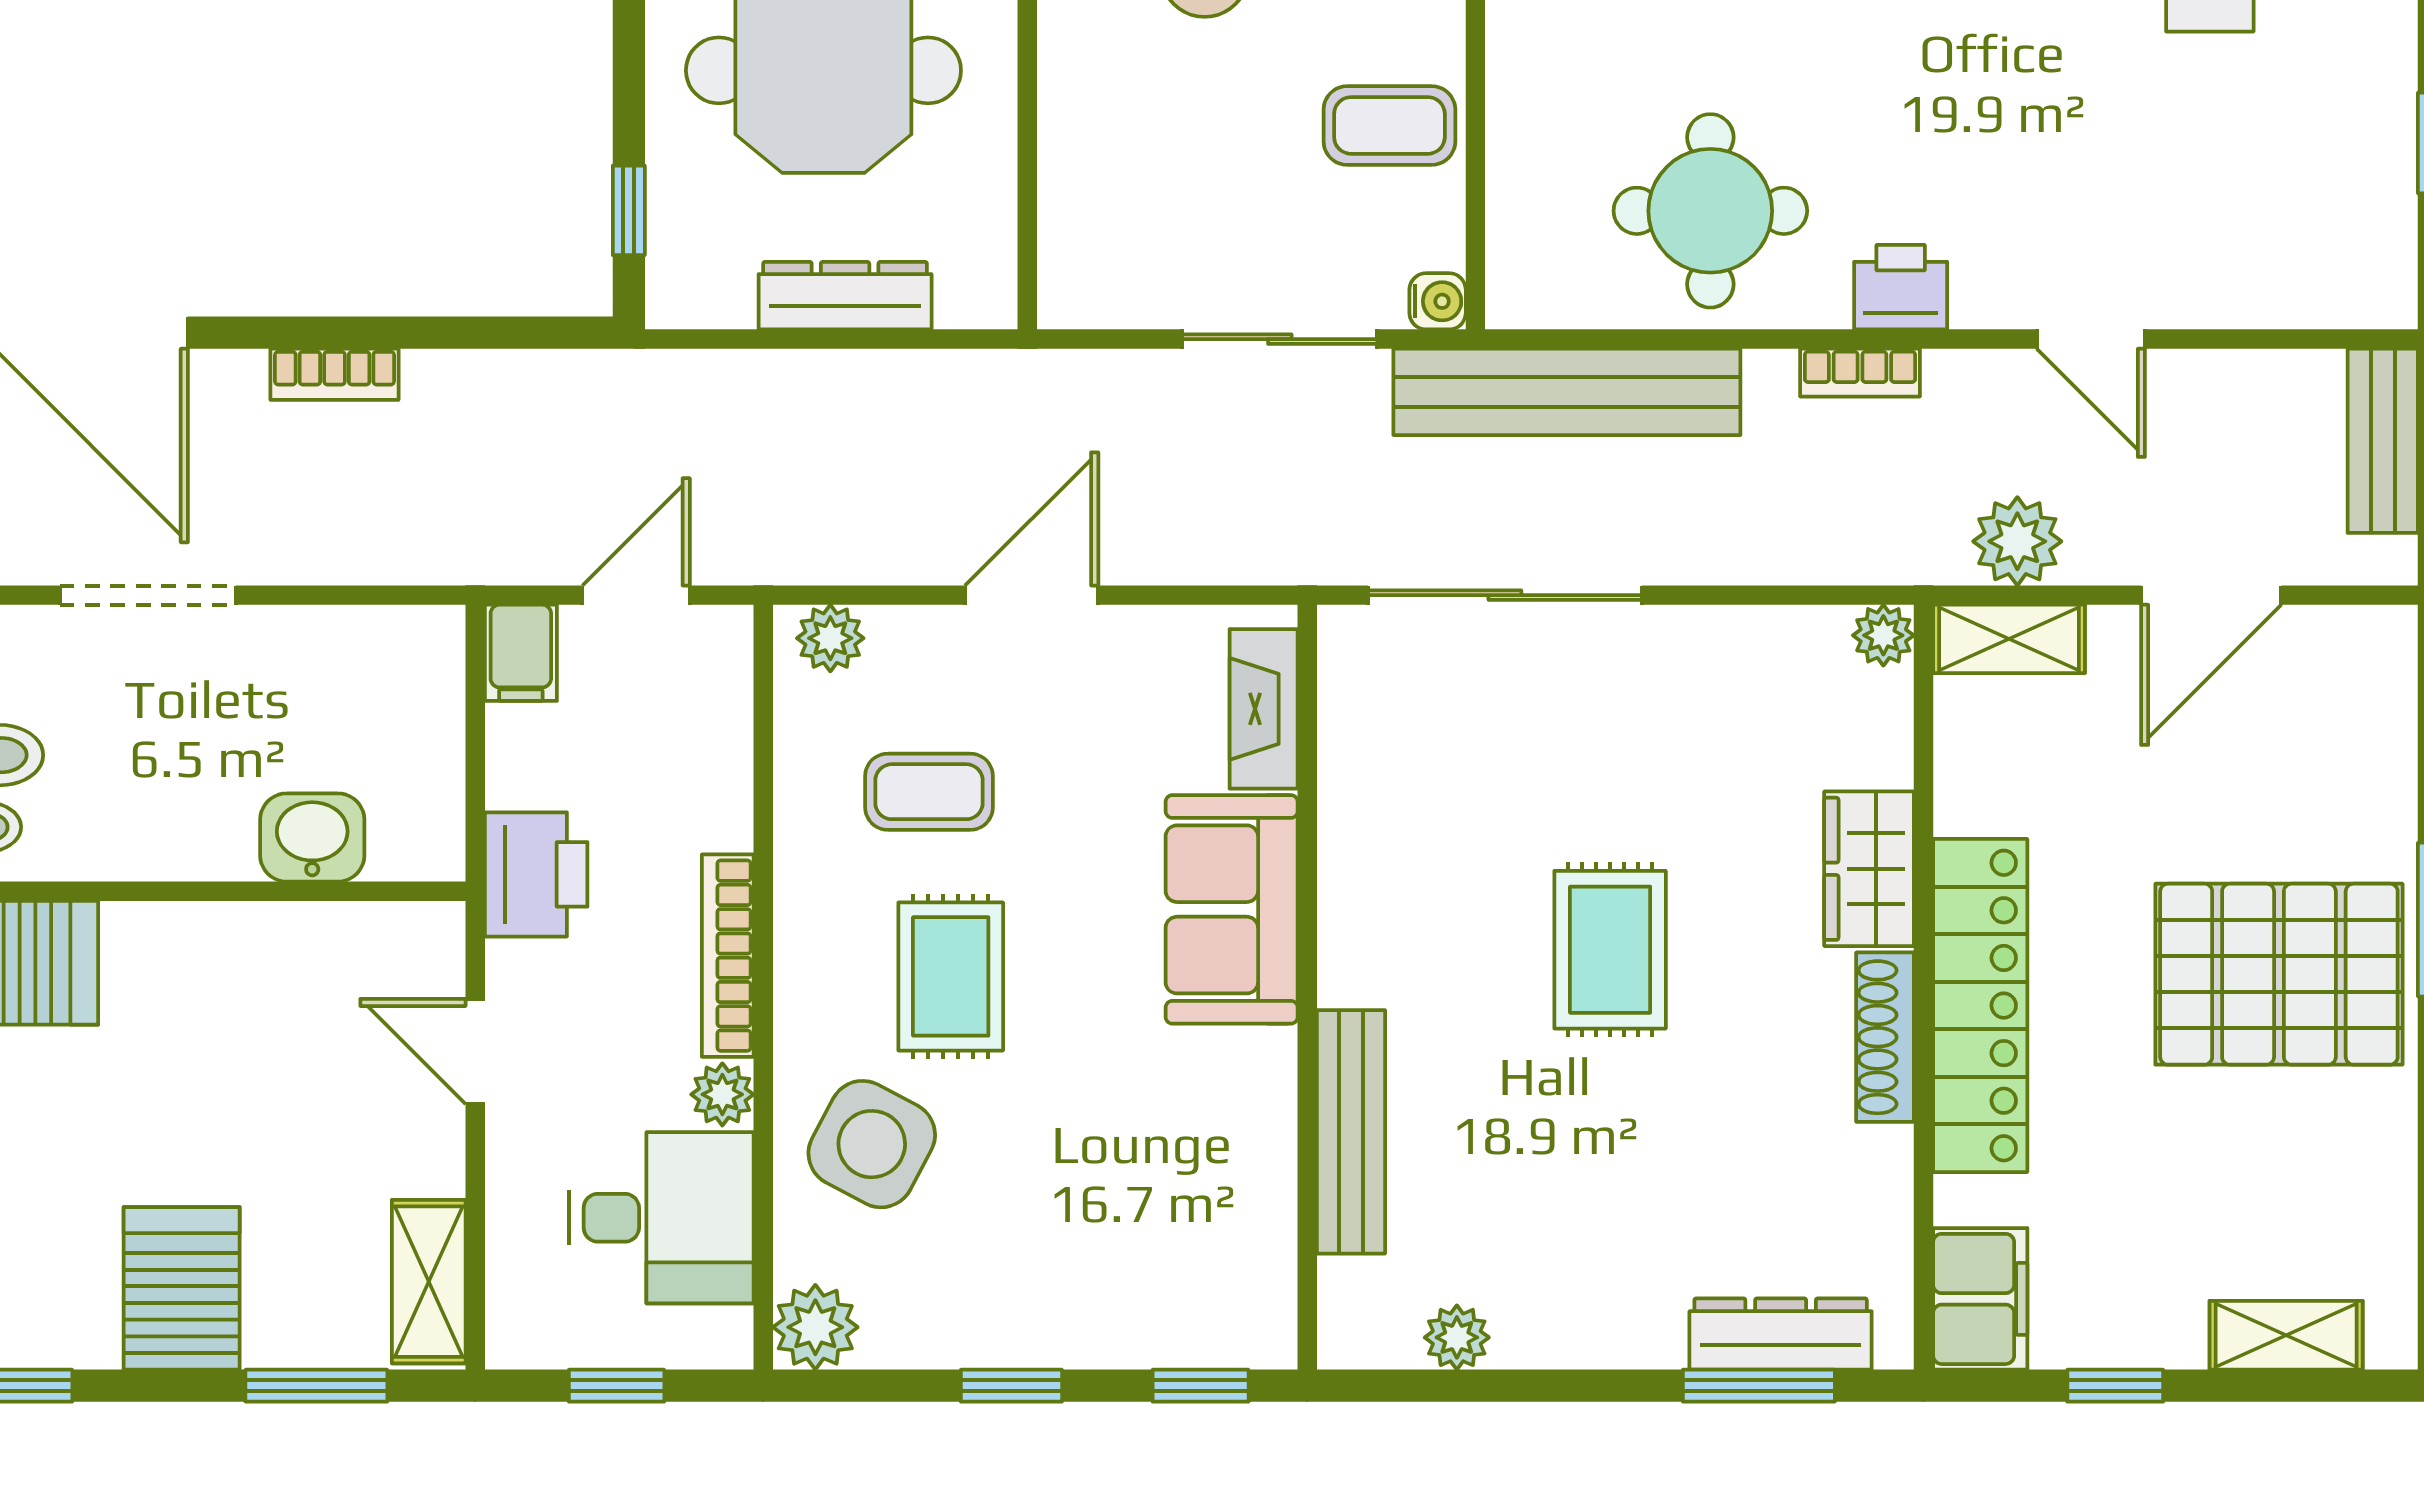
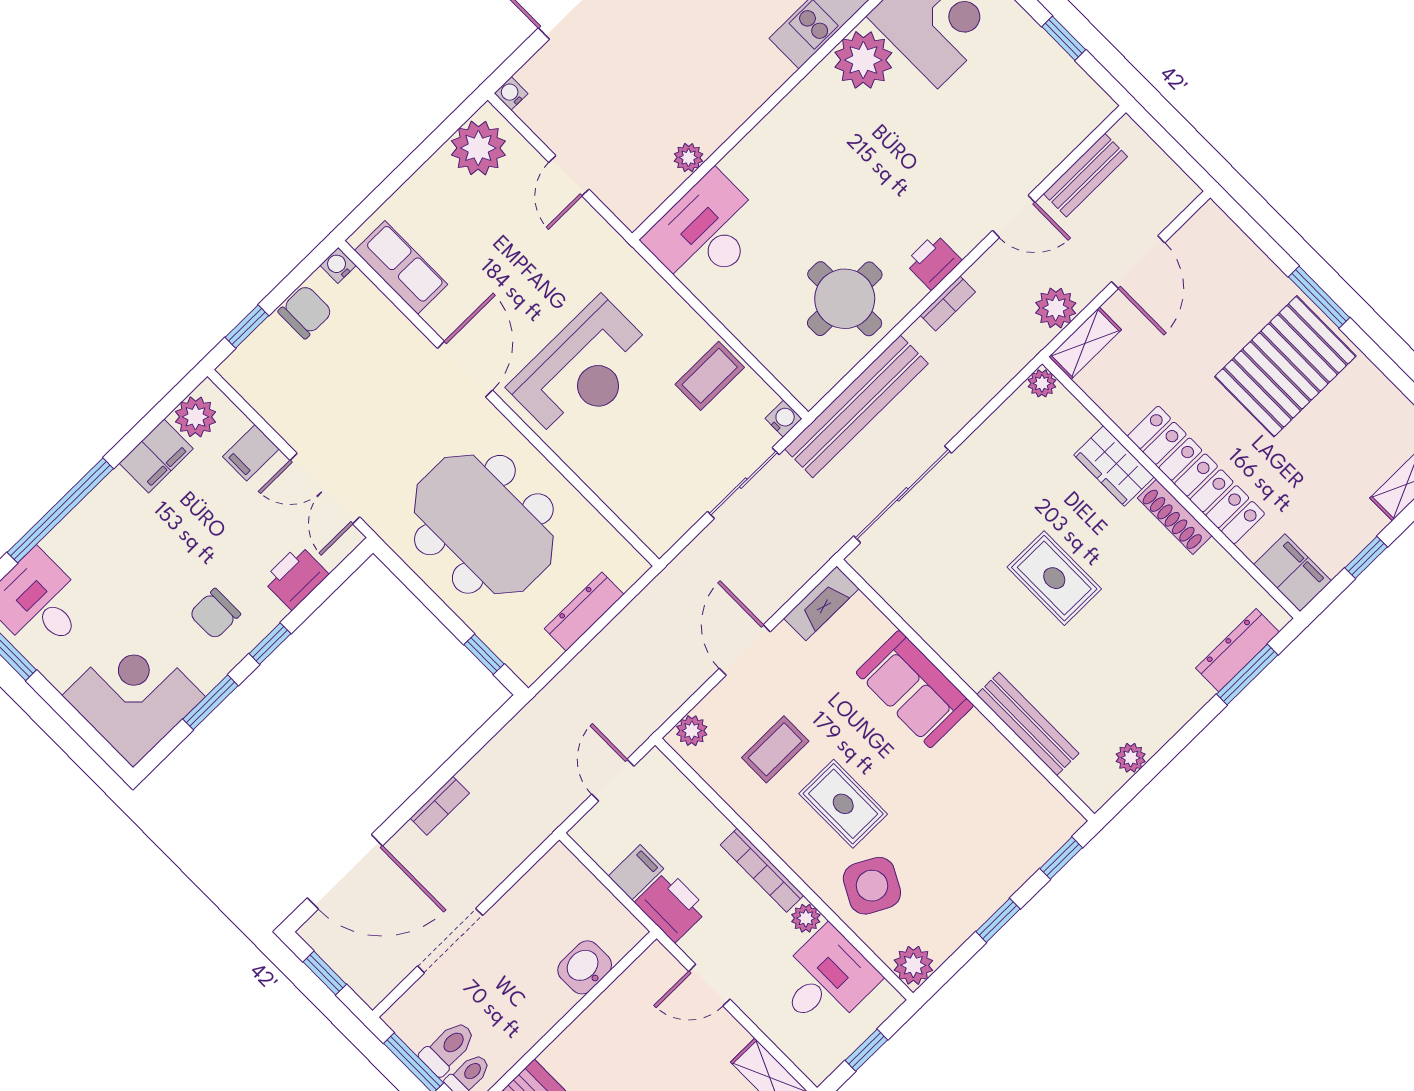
bench: (2383, 441) -> (1085, 175), moved, turned 90
filing cabinet: (521, 653) -> (636, 872), moved, turned -90
fireplace: (1264, 709) -> (821, 603), moved, turned -90

